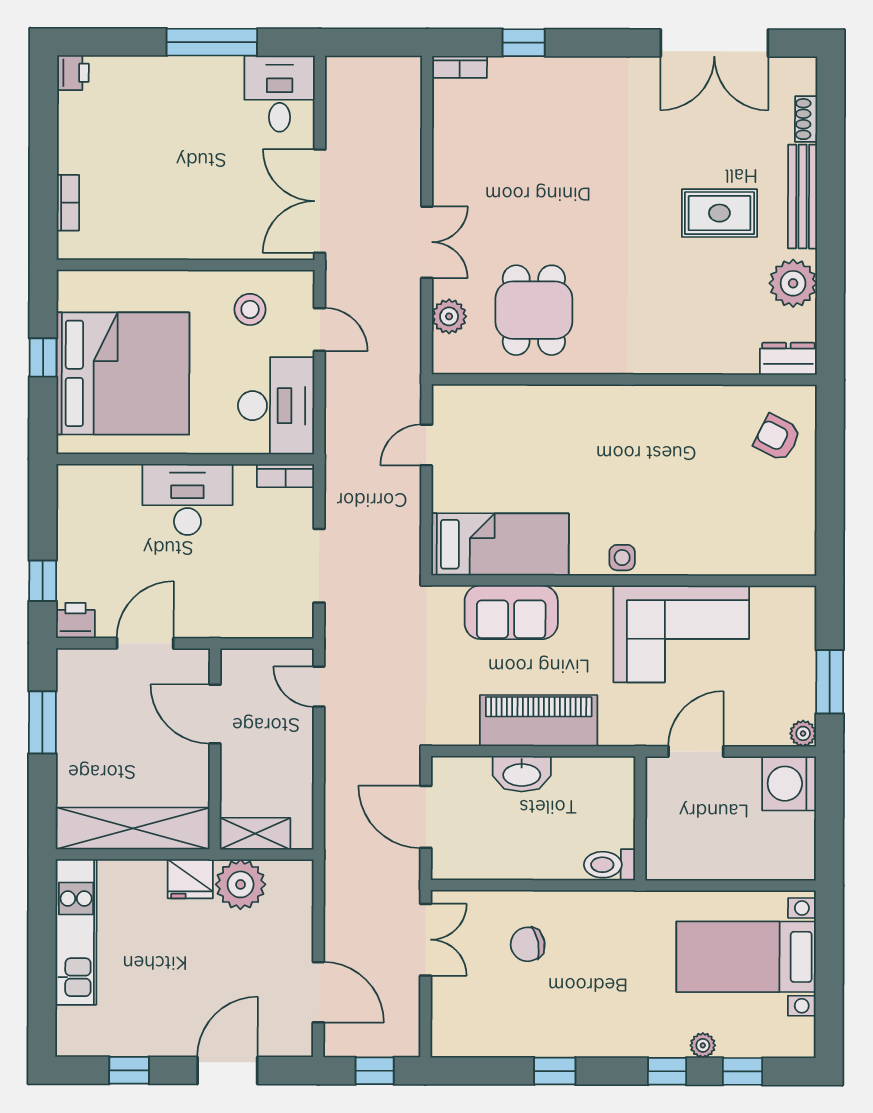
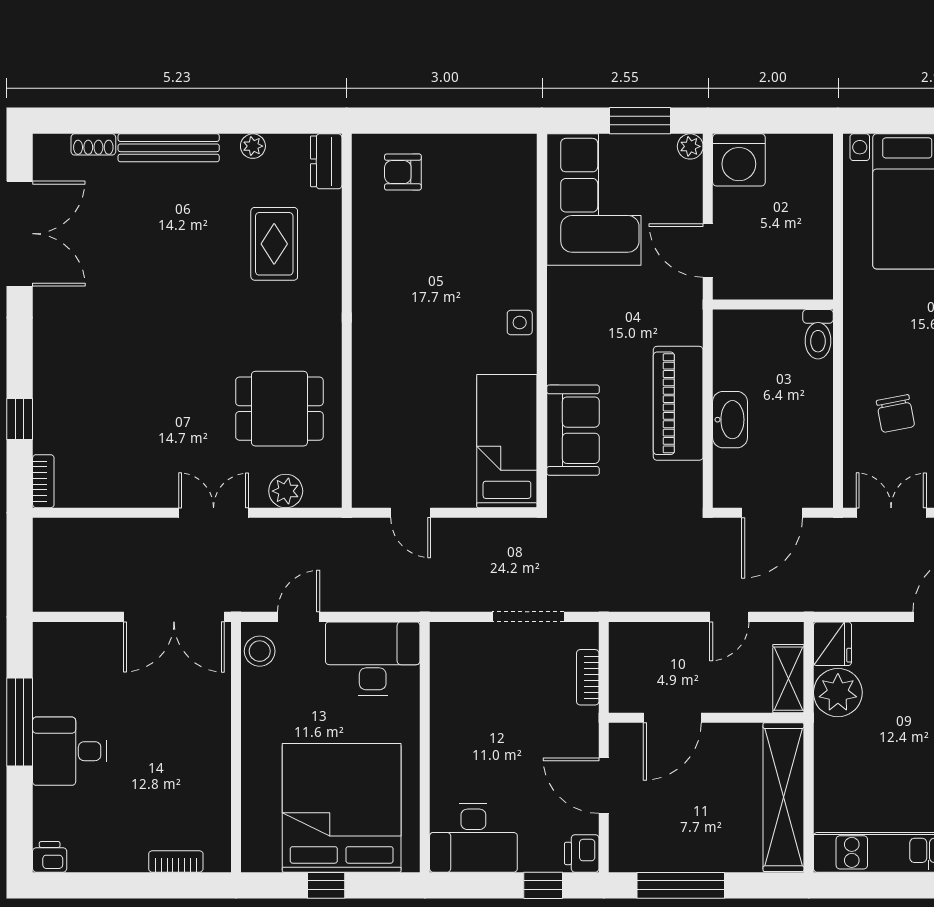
desk: (280, 94) -> (70, 751), moved
rug: (719, 213) -> (274, 244), moved
plant: (793, 283) -> (253, 146), width x0.53, depth x0.53
stool: (250, 309) -> (260, 651), moved
armchair: (777, 438) -> (403, 172), turned 63
bookcase: (286, 476) -> (588, 677), moved, turned 180
desk: (187, 500) -> (473, 838), moved, turned -90
corner sofa: (681, 634) -> (594, 200), moved
door: (319, 687) -> (729, 617), moved
window: (42, 722) -> (681, 885), width x1.44
fridge: (190, 879) -> (833, 644), moved

